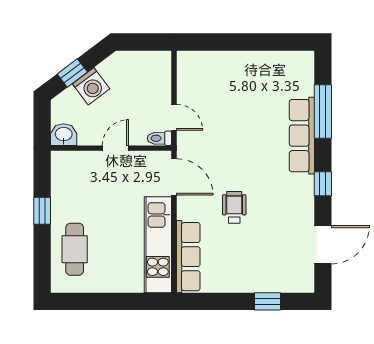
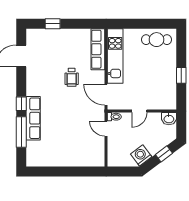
washing machine: (91, 86) -> (141, 155), moved
window: (323, 184) -> (21, 104), moved
cafe table: (75, 249) -> (157, 40), moved, turned 90

